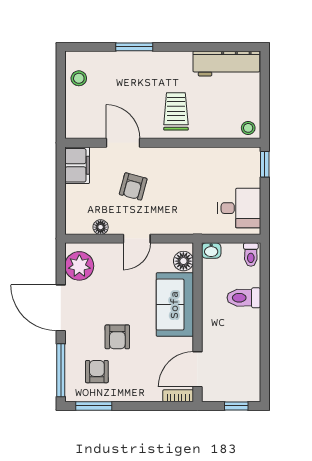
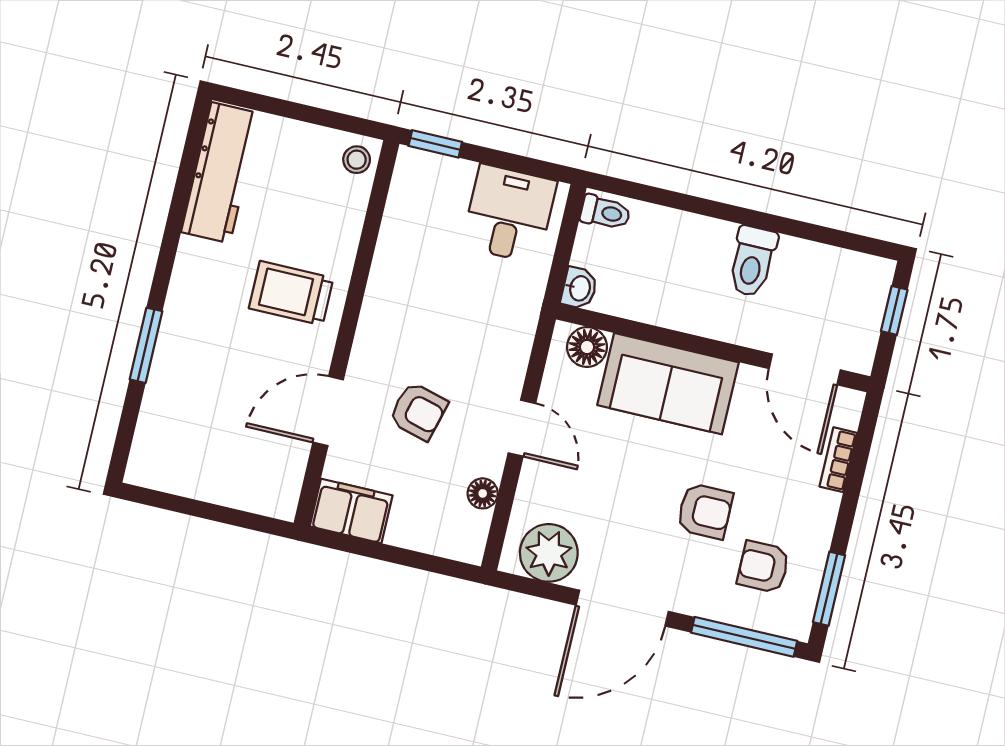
stool: (79, 78) -> (182, 468), removed
toilet: (244, 298) -> (752, 261), moved
bookcase: (178, 396) -> (838, 460), moved

